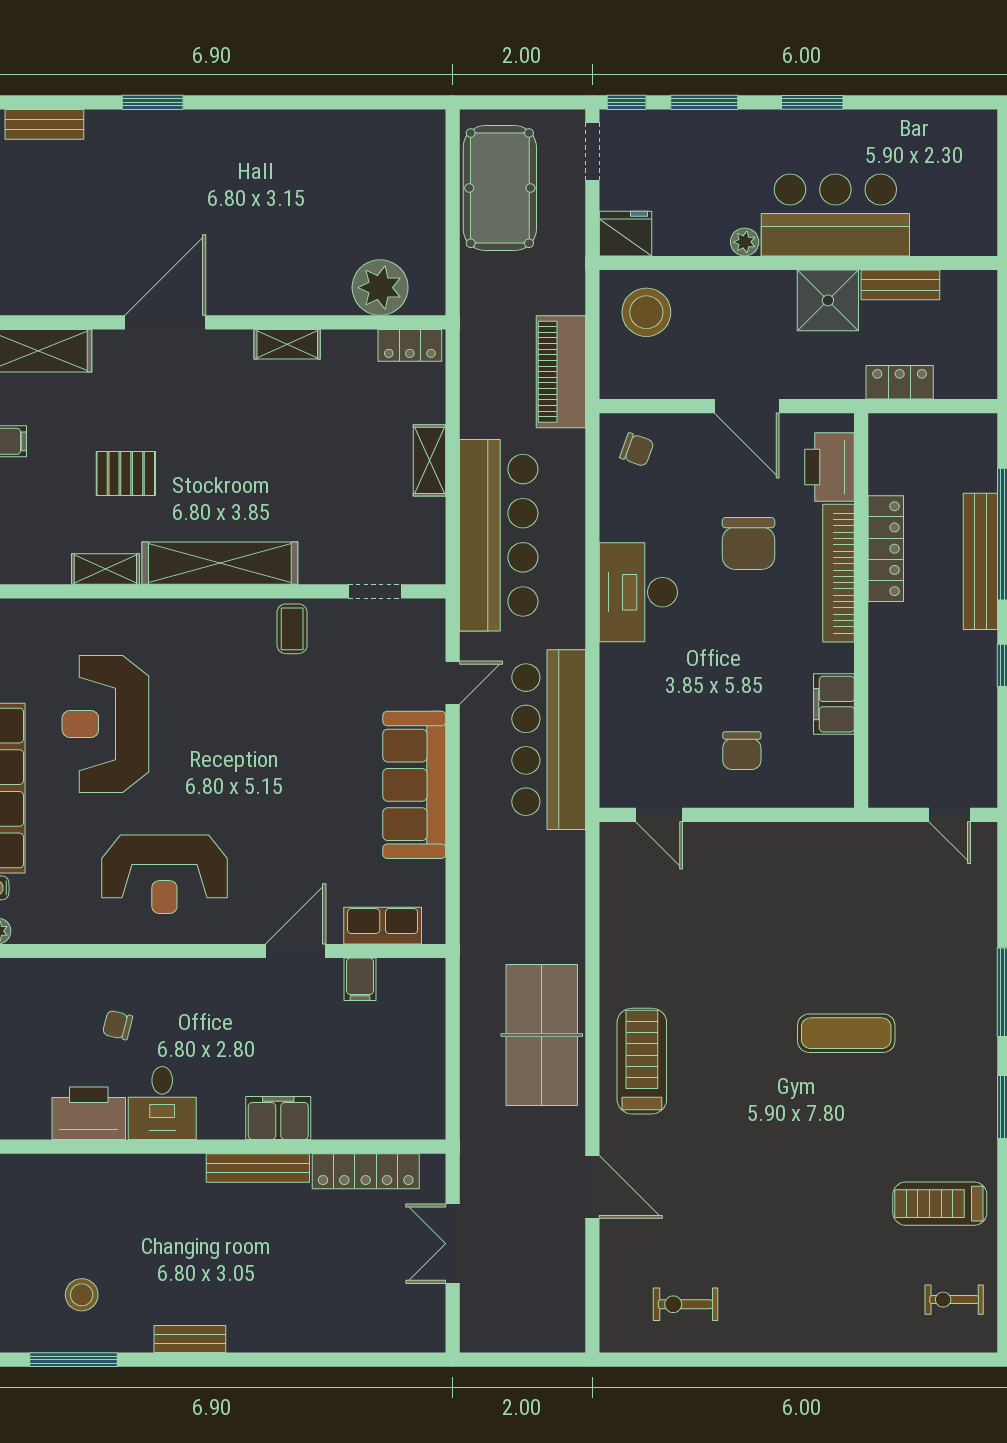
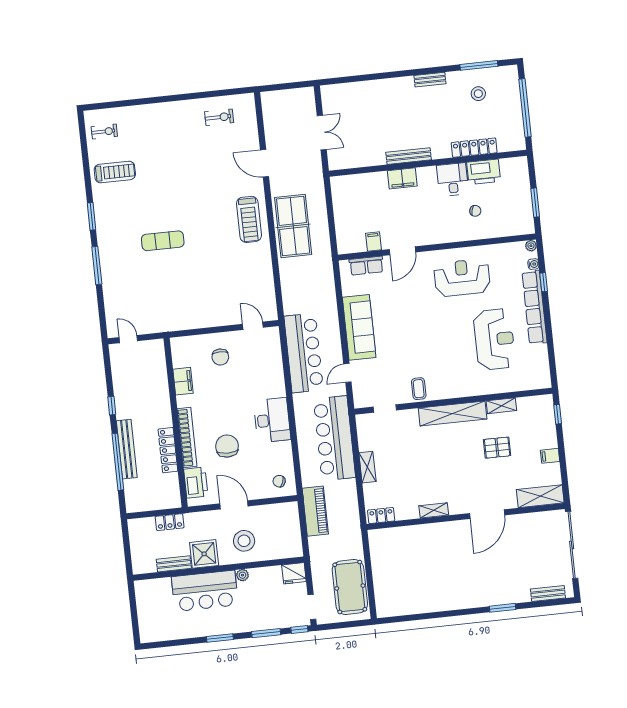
plant: (380, 288) -> (397, 539), removed
stool: (646, 312) -> (244, 541), moved
chair: (742, 751) -> (220, 357), turned 180
locker: (366, 1171) -> (474, 148), moved

